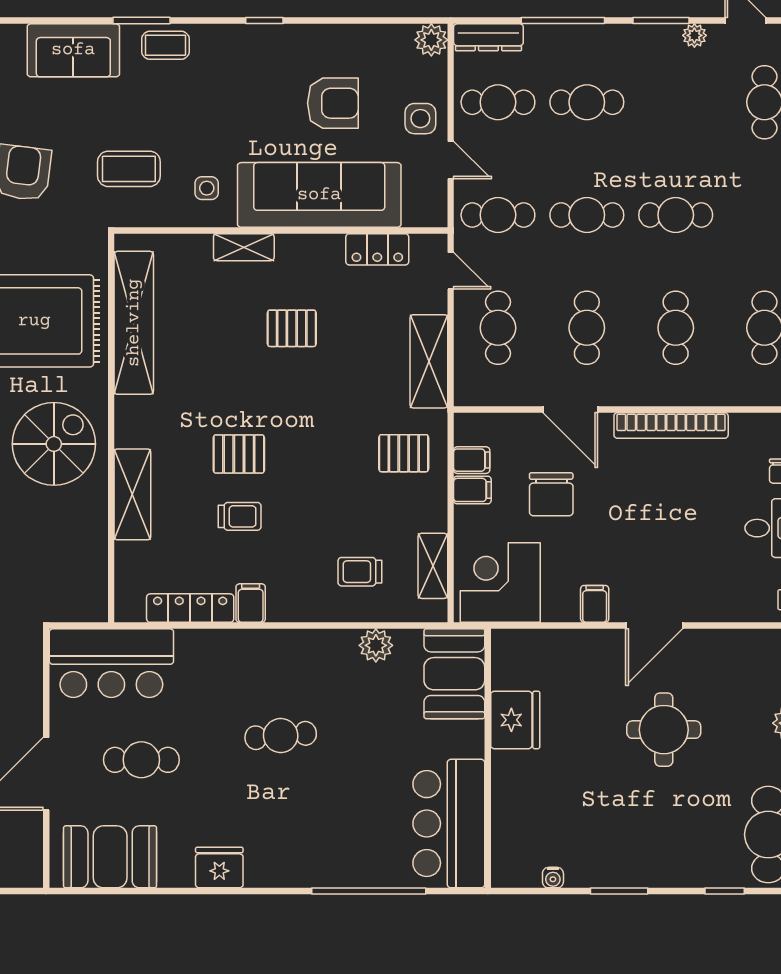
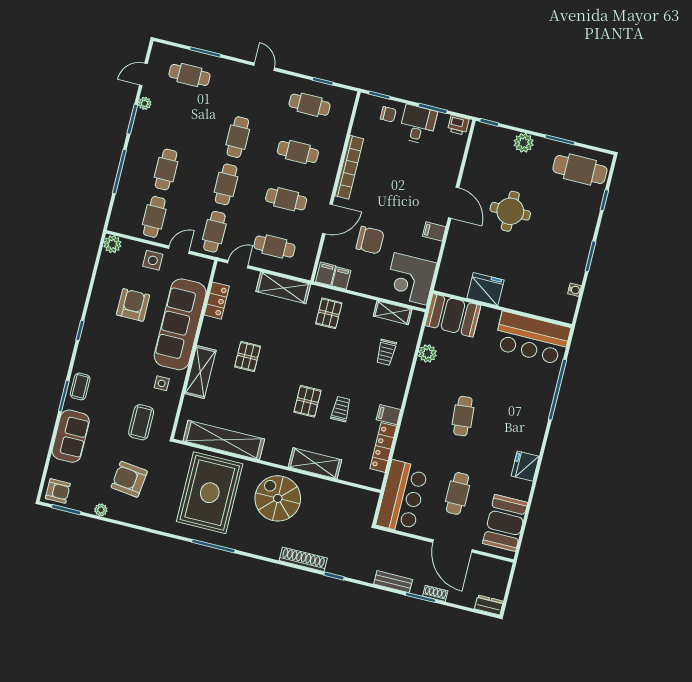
dresser: (488, 37) -> (118, 213), removed
shelving: (244, 247) -> (200, 372), width x1.50, depth x1.33
filing cabinet: (472, 490) -> (326, 274), moved

